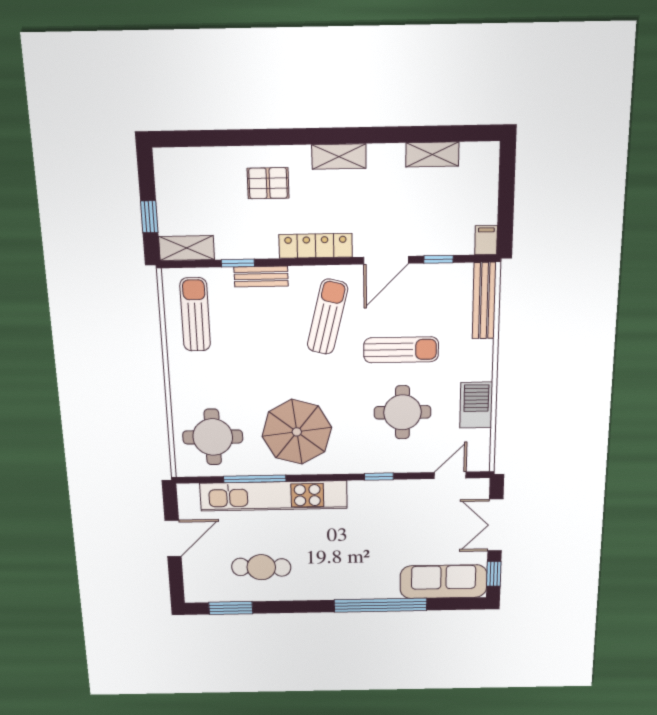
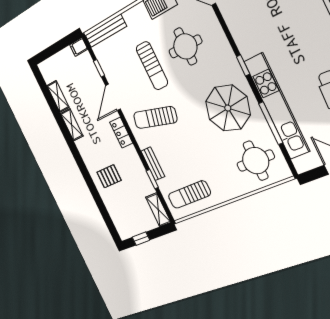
shelving: (339, 156) -> (72, 125), moved
pallet: (268, 183) -> (109, 176), turned 90
window: (149, 217) -> (141, 239), moved
locker: (316, 246) -> (121, 133), width x0.66
door: (386, 260) -> (113, 97), swing flipped
sun lounger: (401, 350) -> (152, 66), turned 180
window: (379, 477) -> (243, 65), moved

